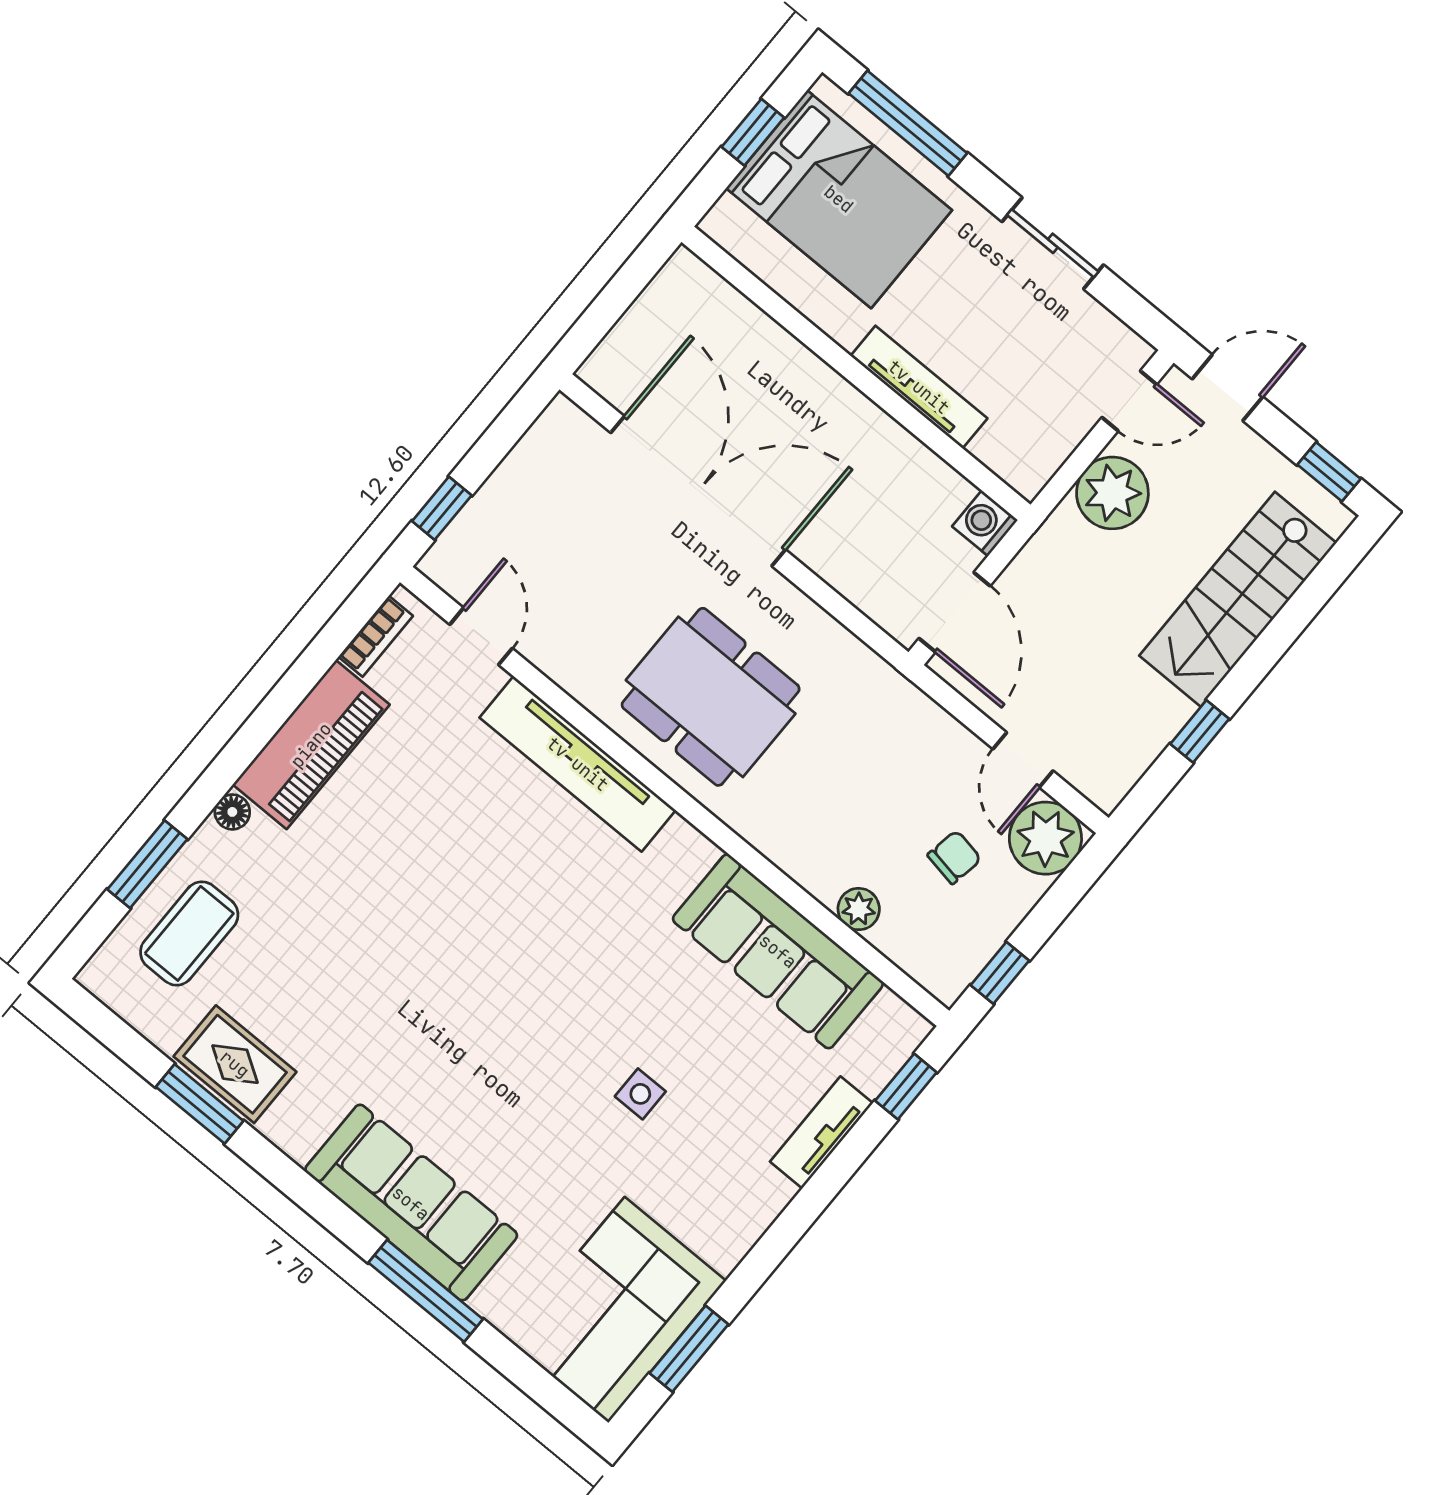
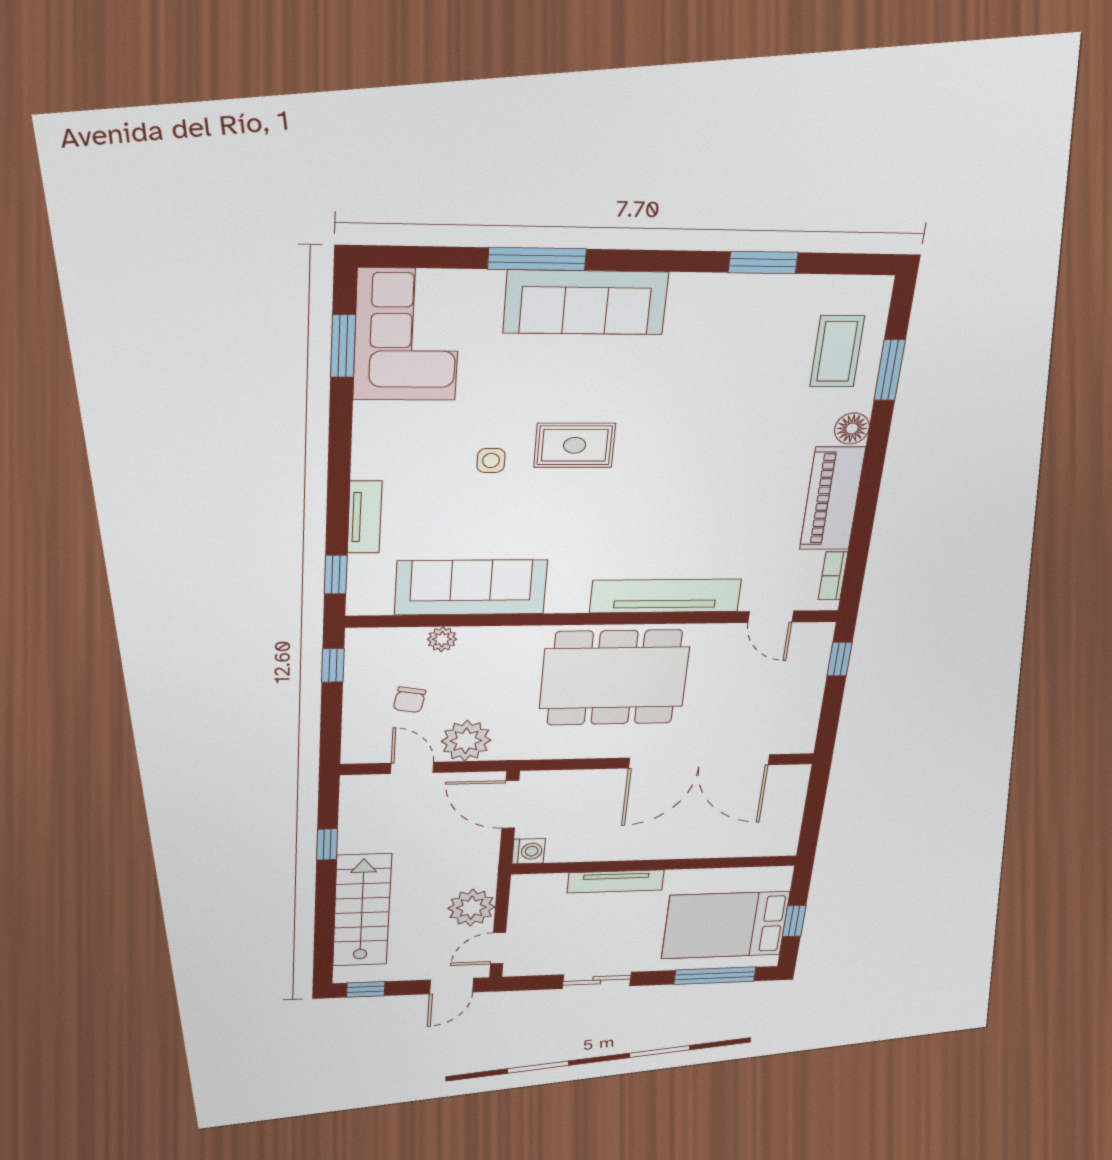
dining table: (711, 697) -> (614, 678), width x1.36, depth x1.24
floor lamp: (232, 812) -> (852, 429), width x1.37, depth x1.37
plant: (1045, 838) -> (466, 741), moved
rug: (235, 1064) -> (575, 445), moved

